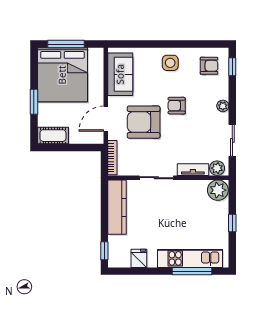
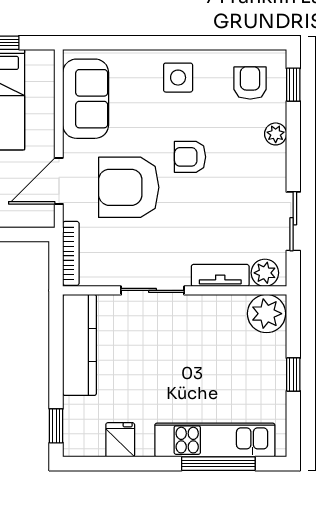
armchair: (209, 66) -> (250, 83), turned -90
plant: (223, 106) -> (276, 134), moved

